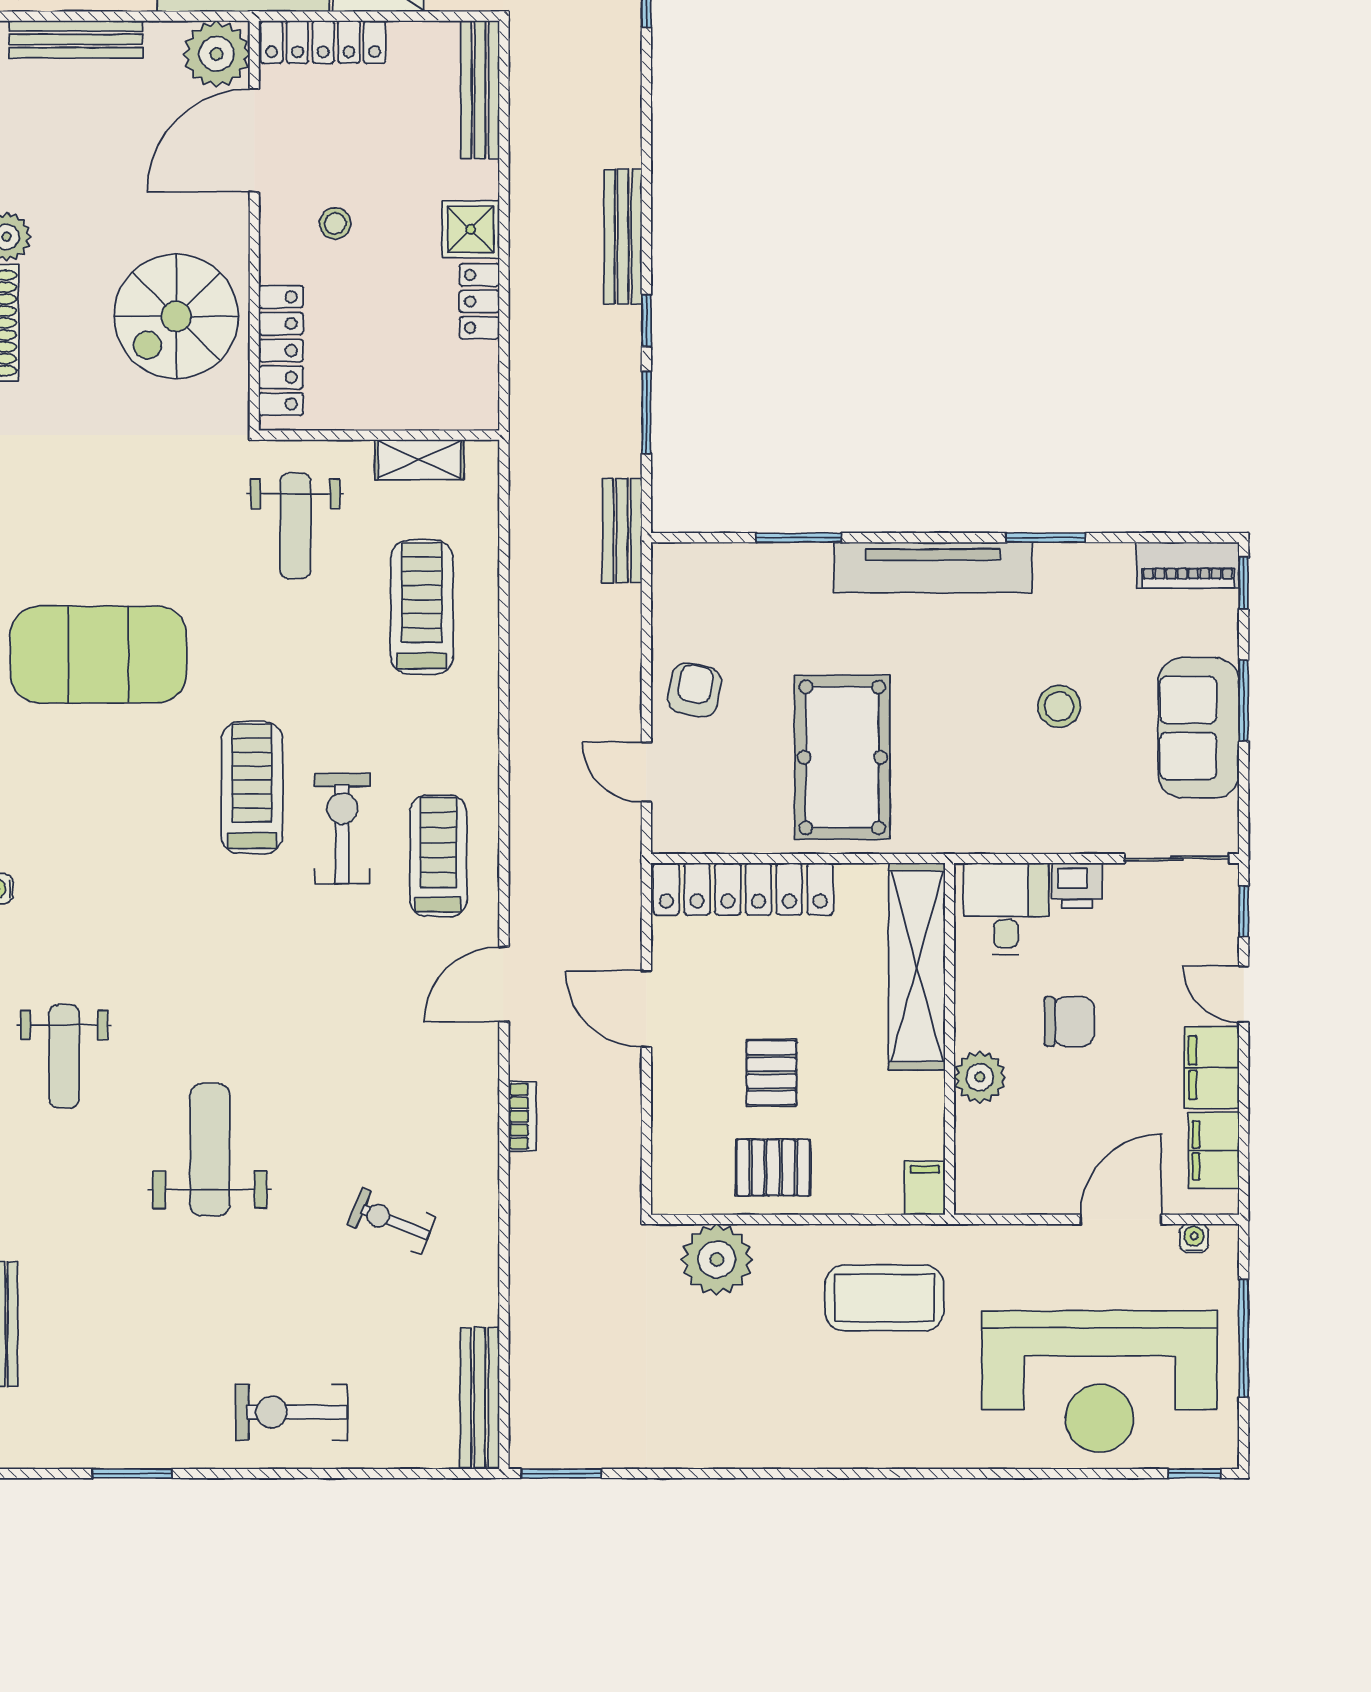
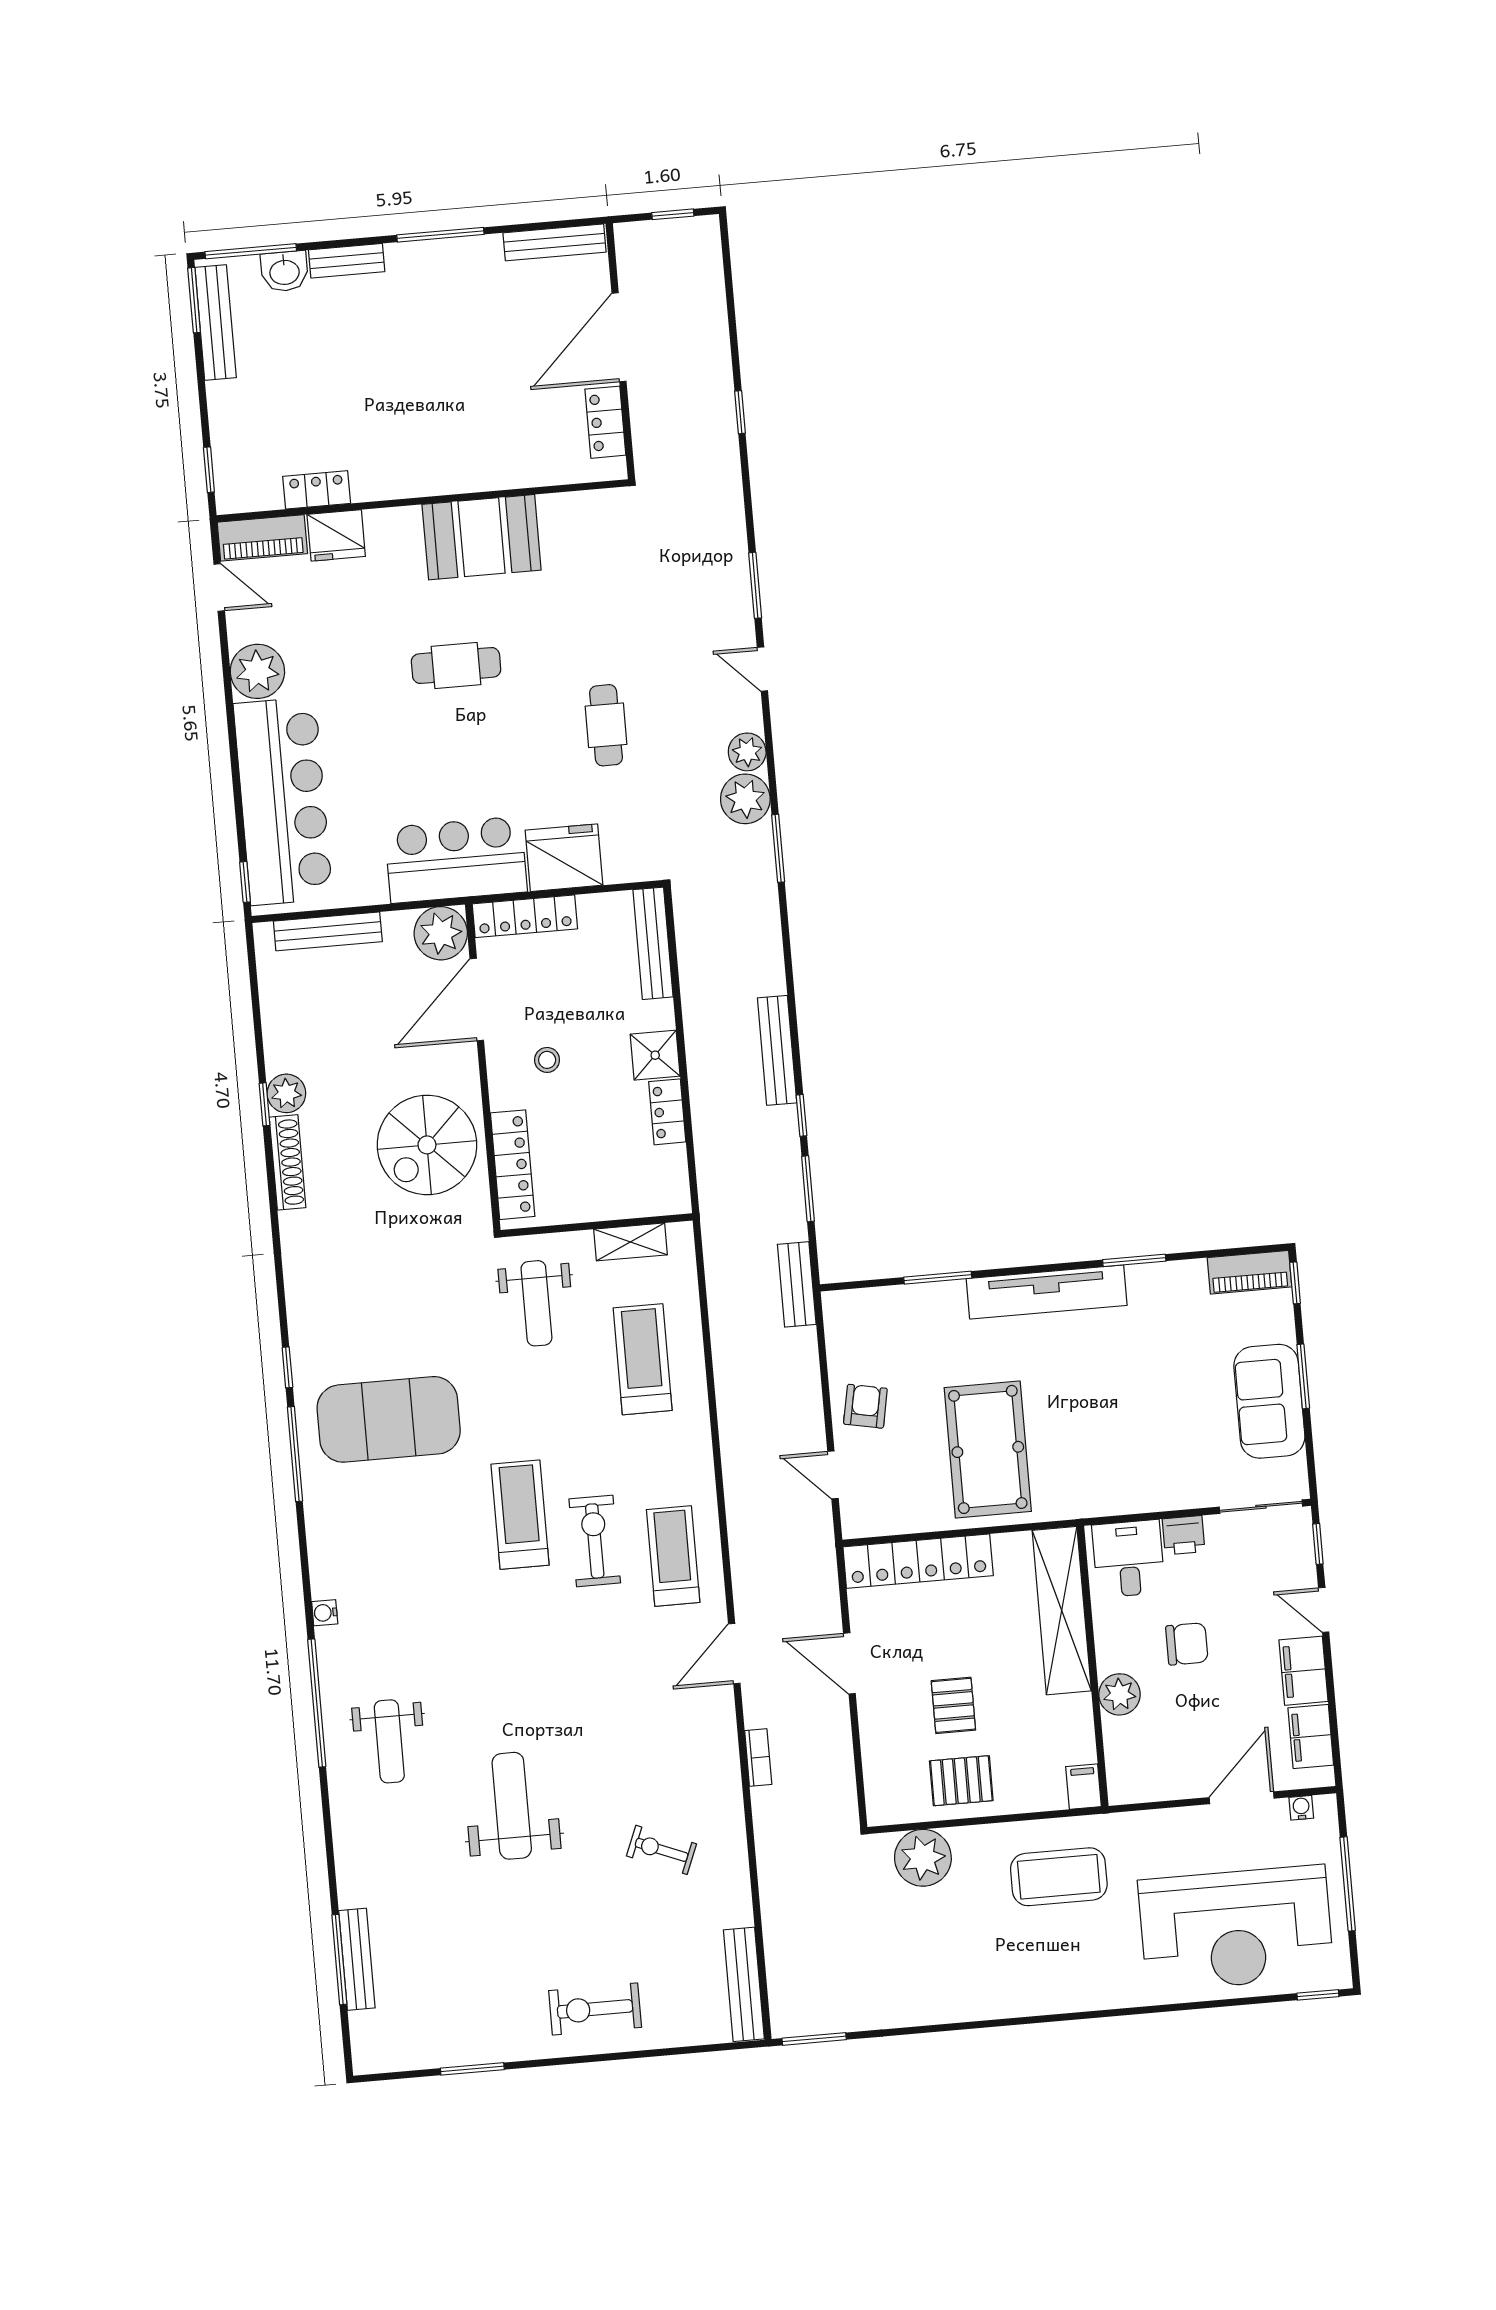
stool: (1059, 706) -> (1157, 1394), removed

